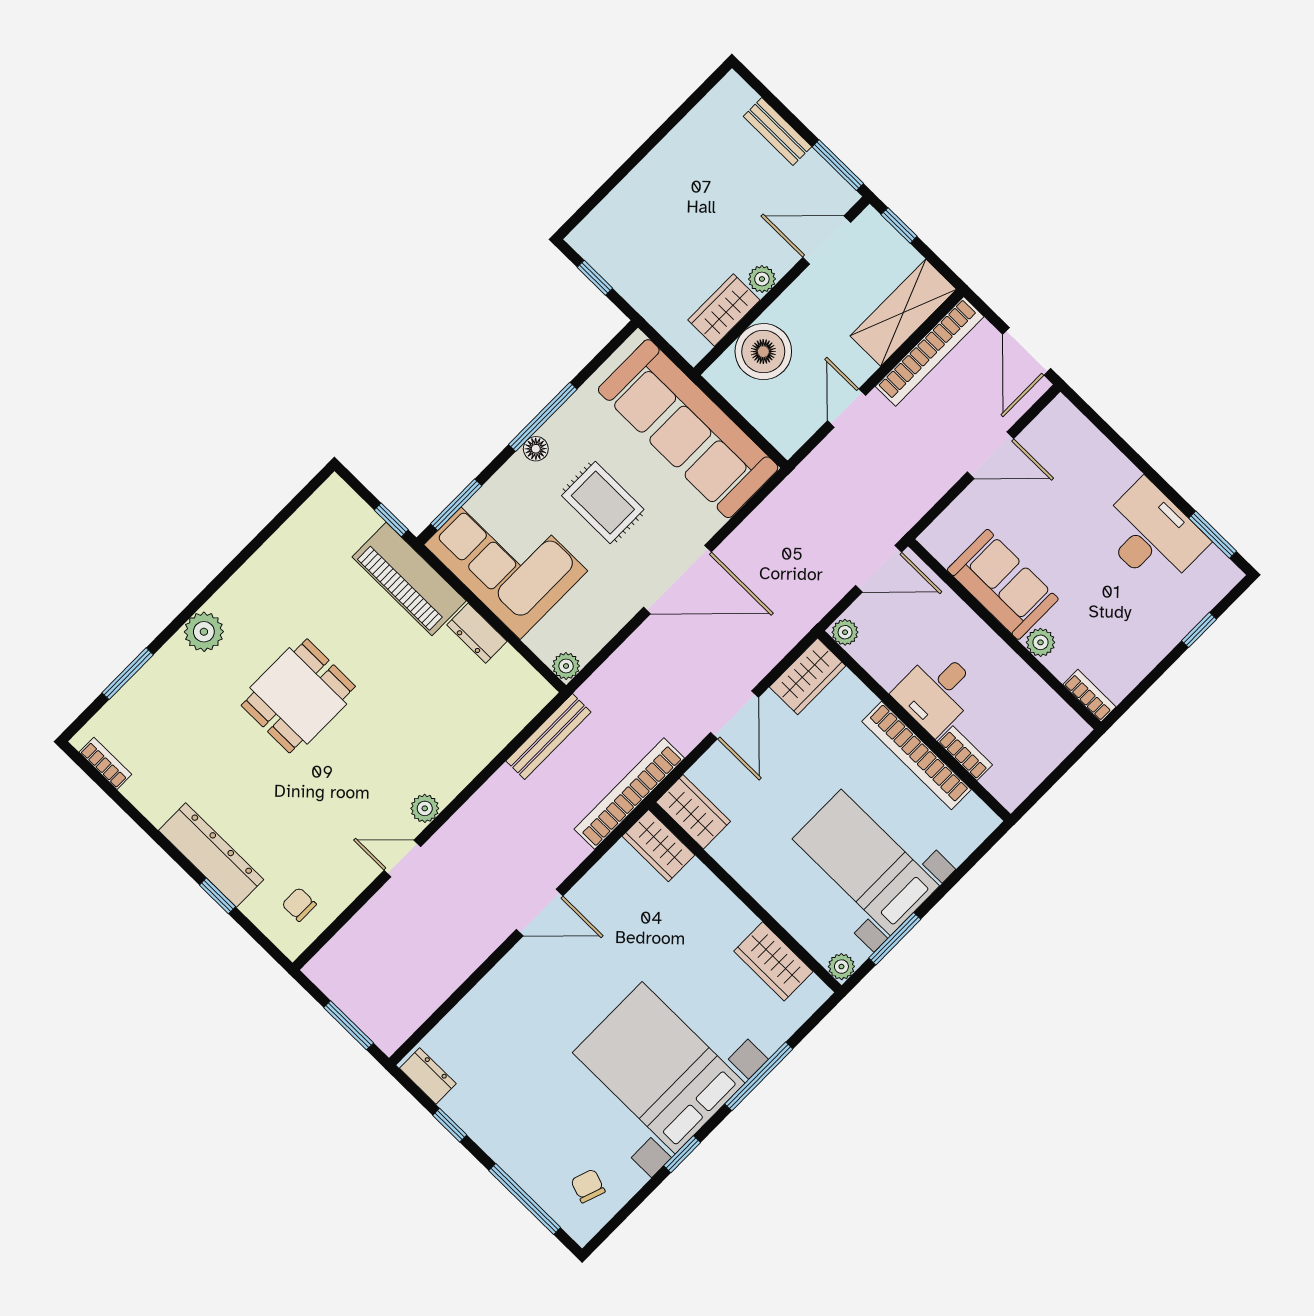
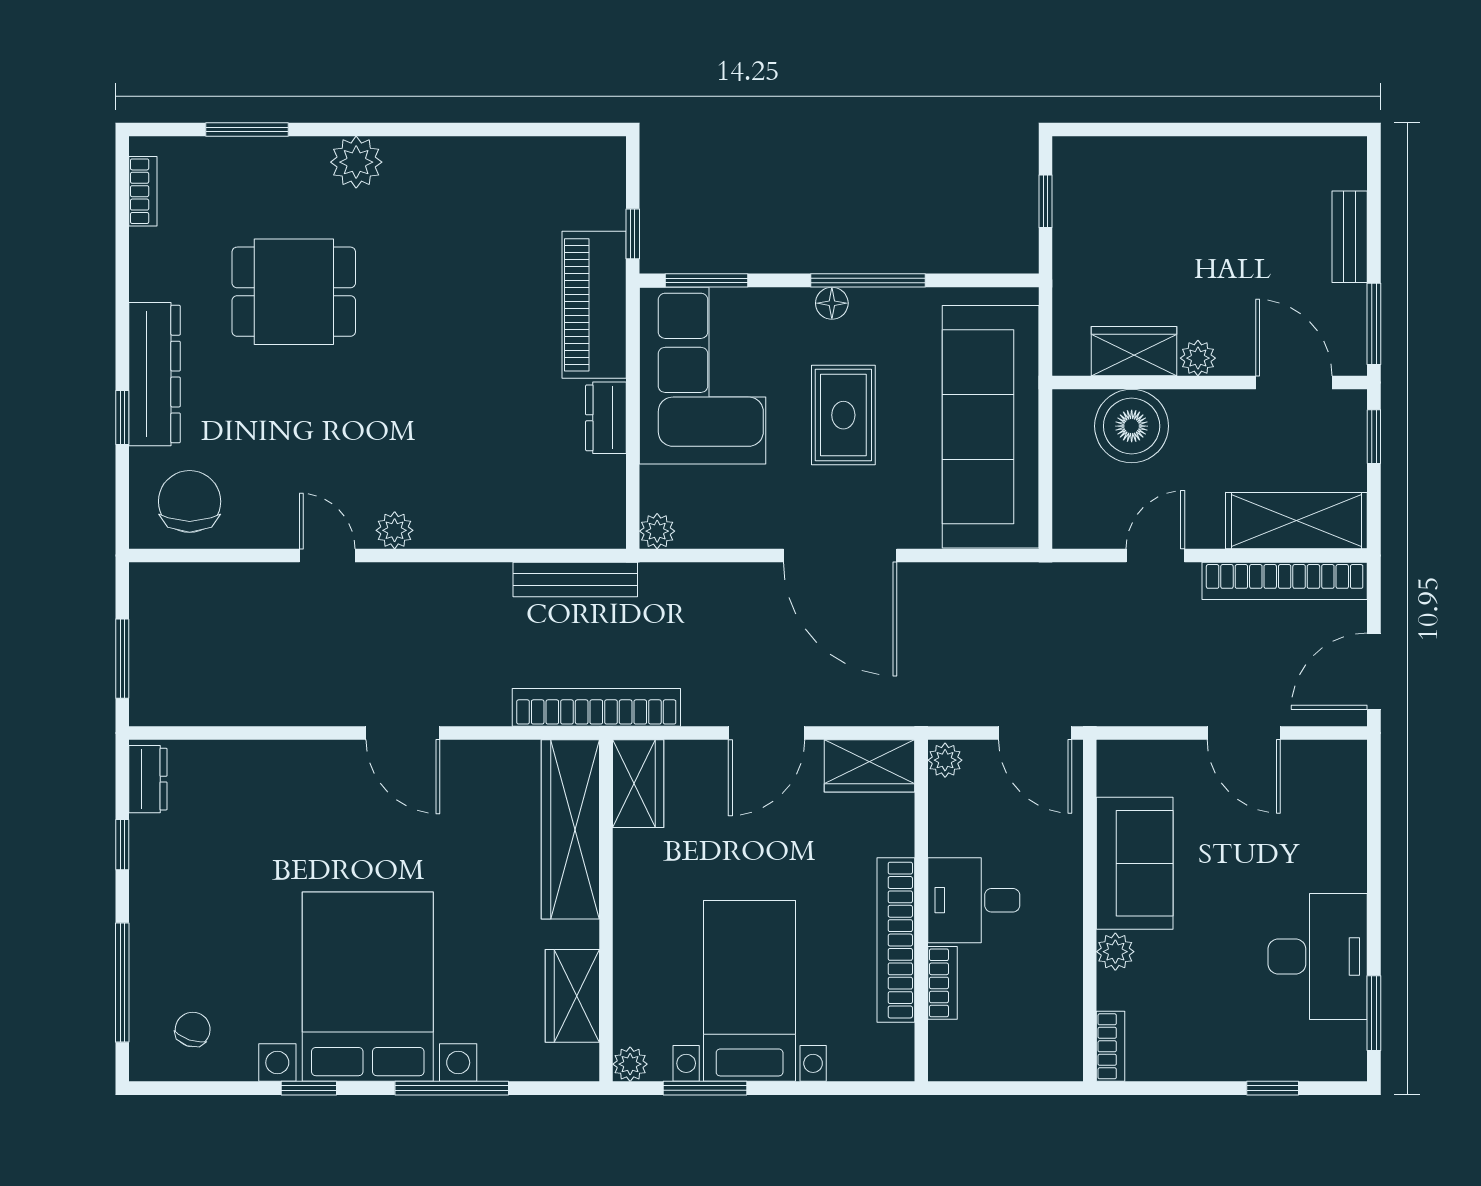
dining table: (298, 696) -> (294, 292), moved
wardrobe: (658, 846) -> (570, 829), width x2.10, depth x1.17
chair: (299, 904) -> (190, 501), width x1.87, depth x1.87

